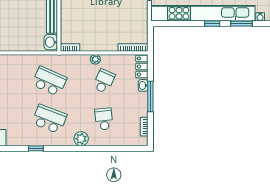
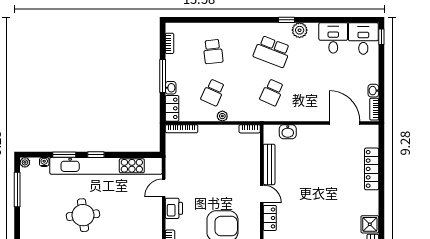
washbasin: (51, 42) -> (288, 132), moved, turned 90
school desk: (49, 81) -> (272, 92), width x0.54
plant: (81, 139) -> (300, 30), moved

